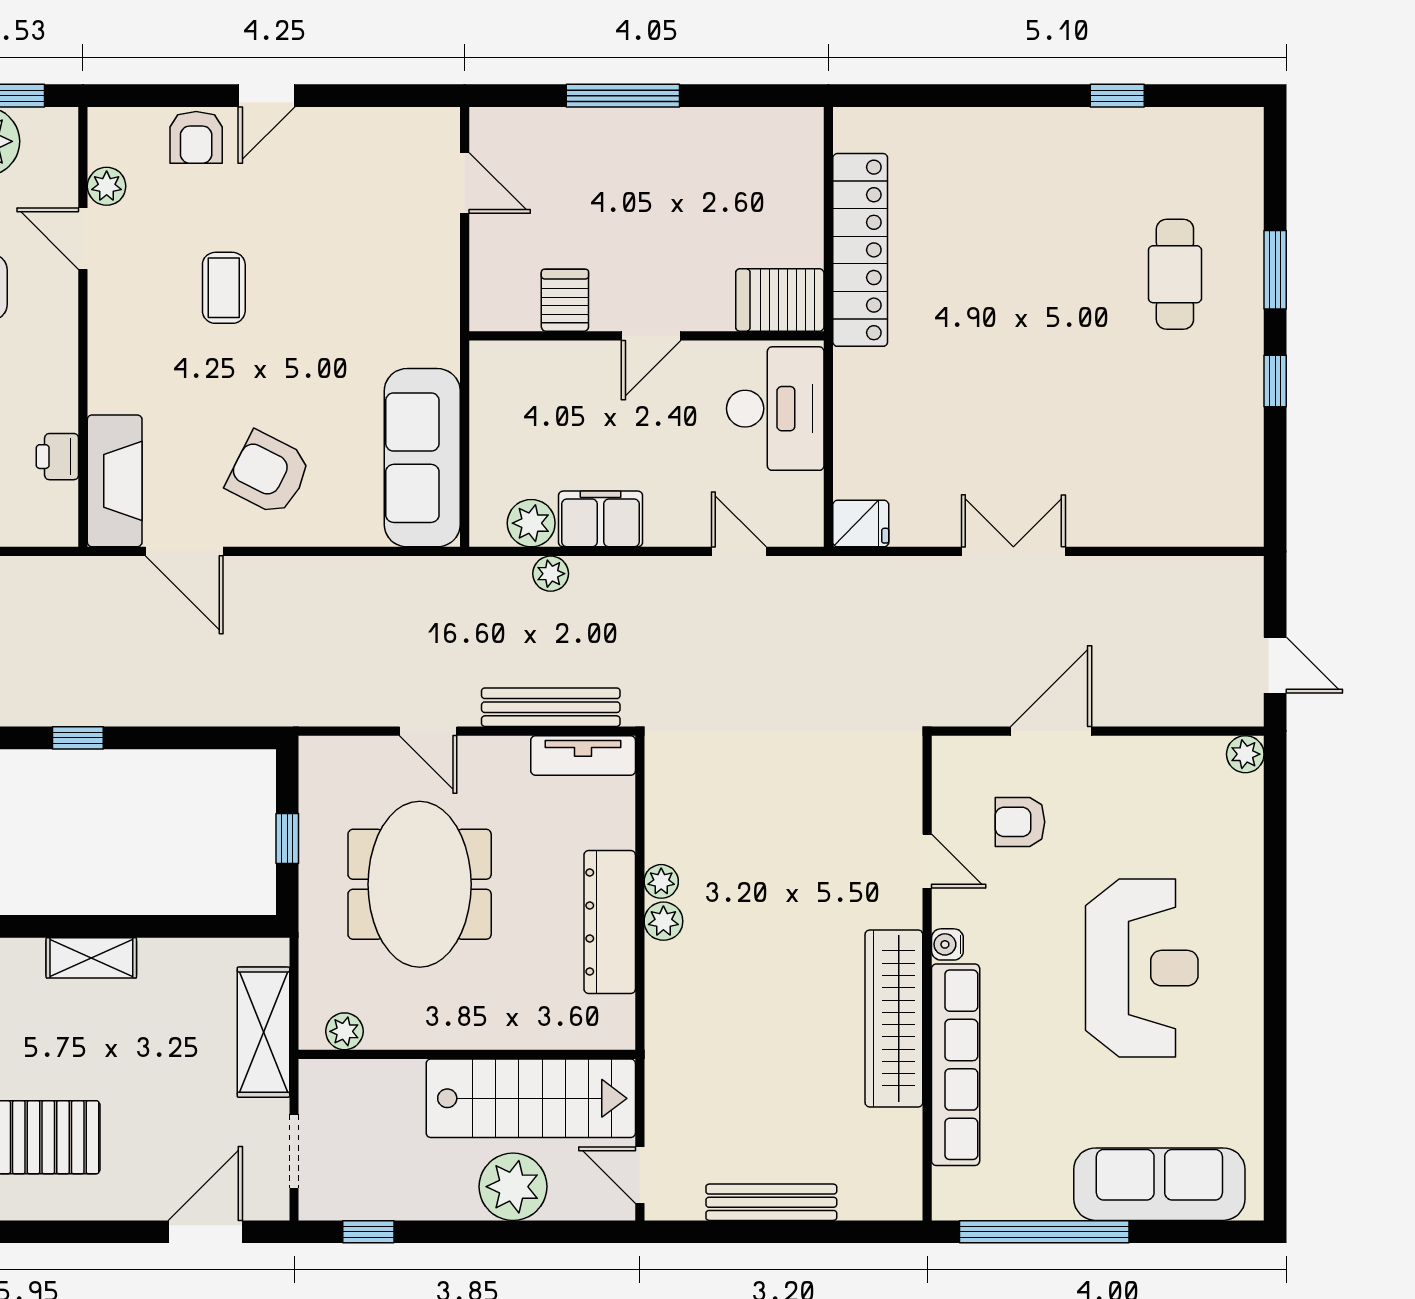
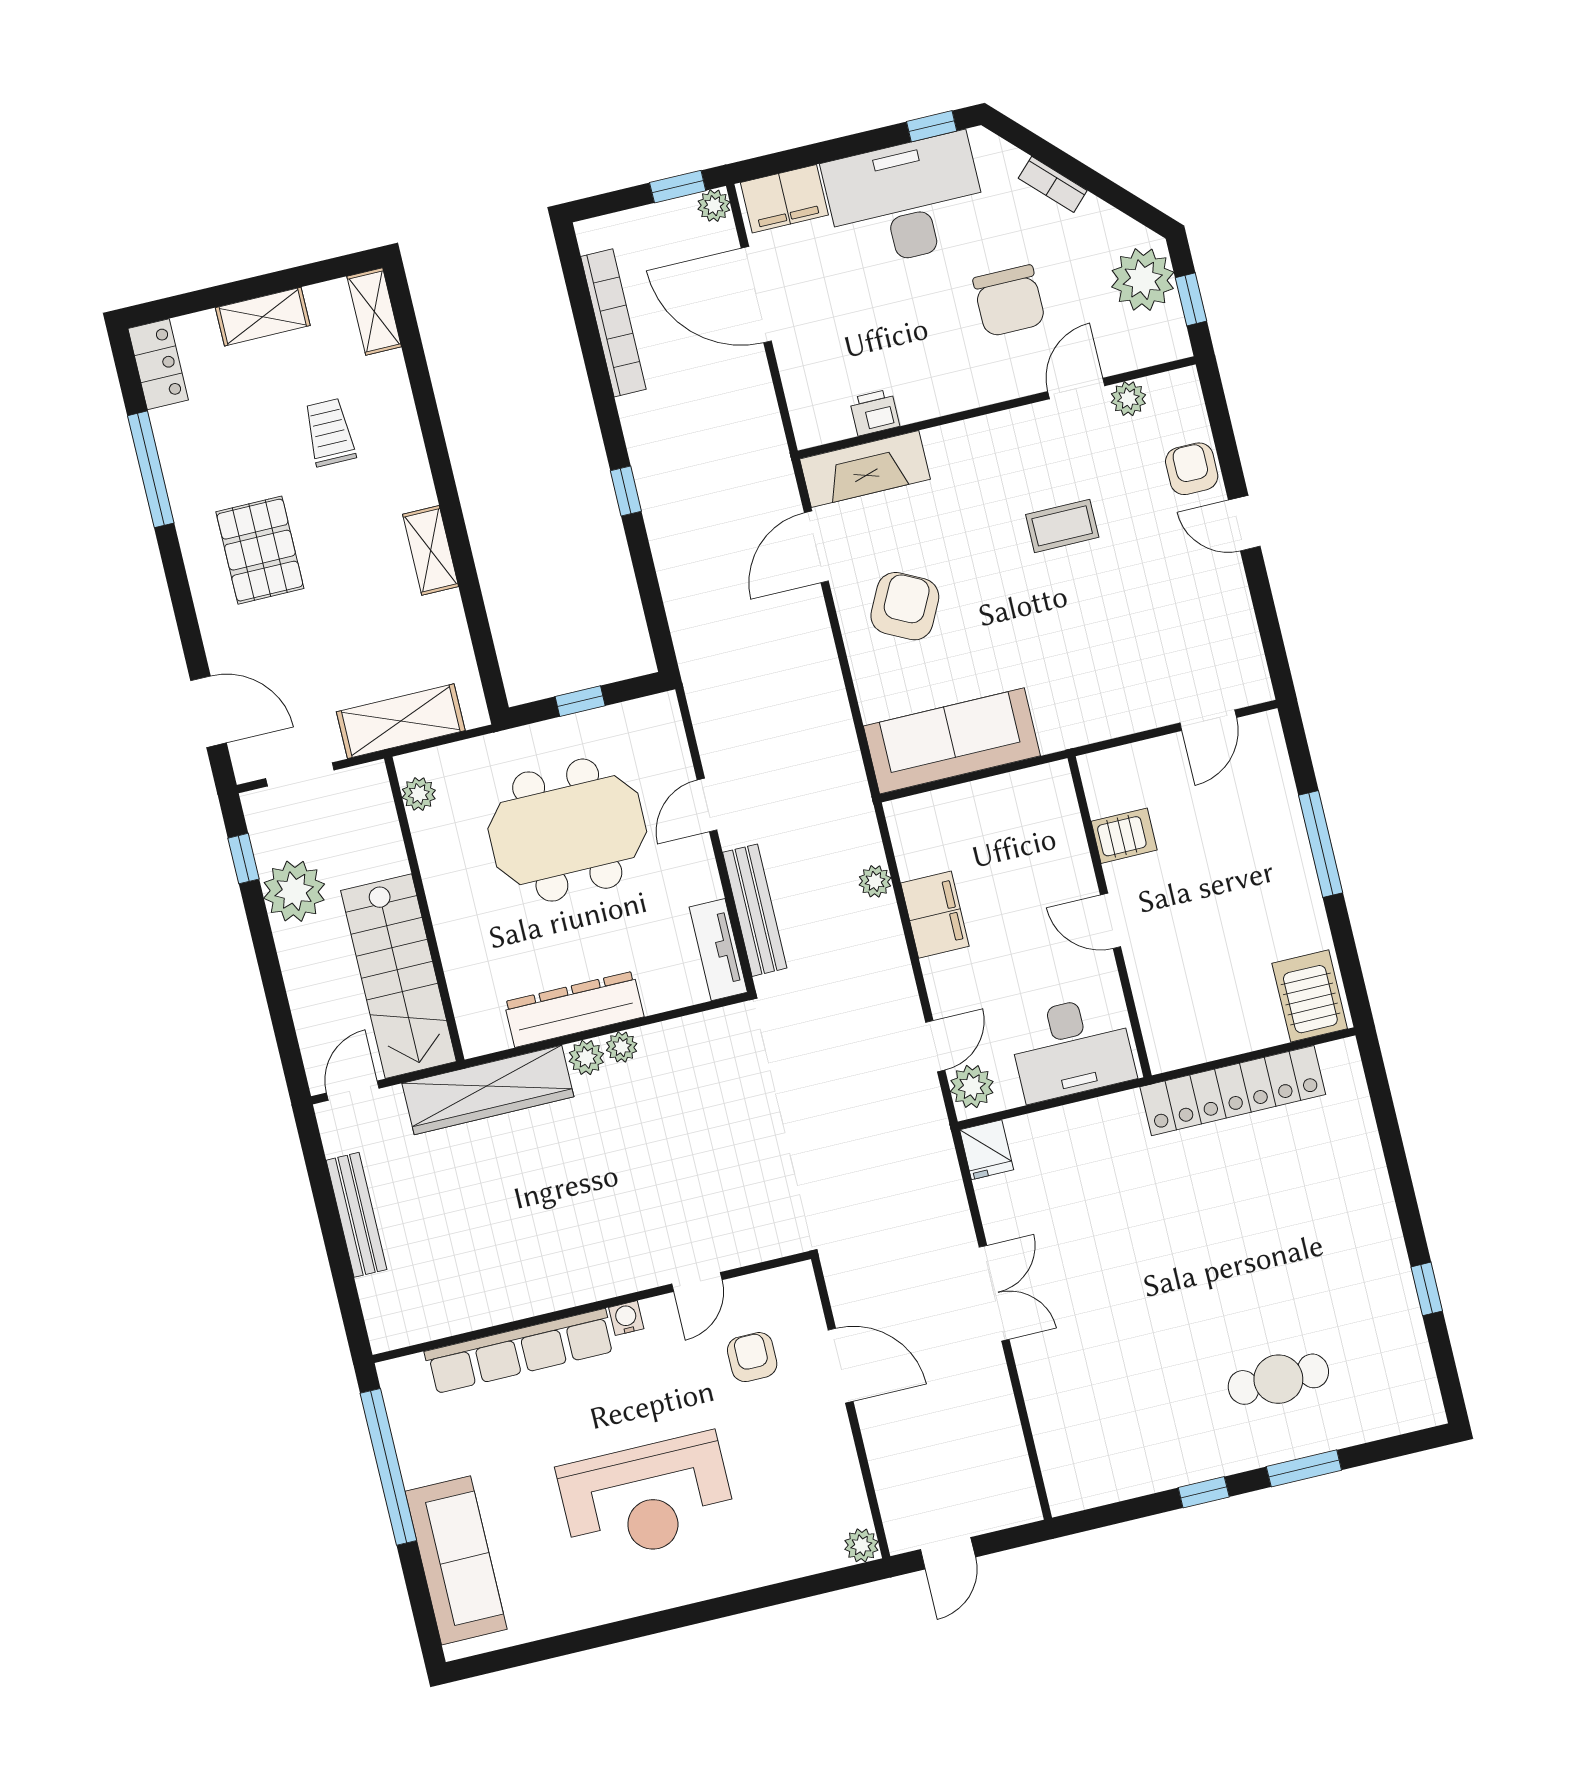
armchair: (196, 137) -> (1192, 469), turned 90
server rack: (780, 300) -> (1310, 996), moved
plant: (531, 523) -> (972, 1087), moved
wardrobe: (894, 1018) -> (488, 1090), moved, turned 180
plant: (513, 1187) -> (294, 891), moved

